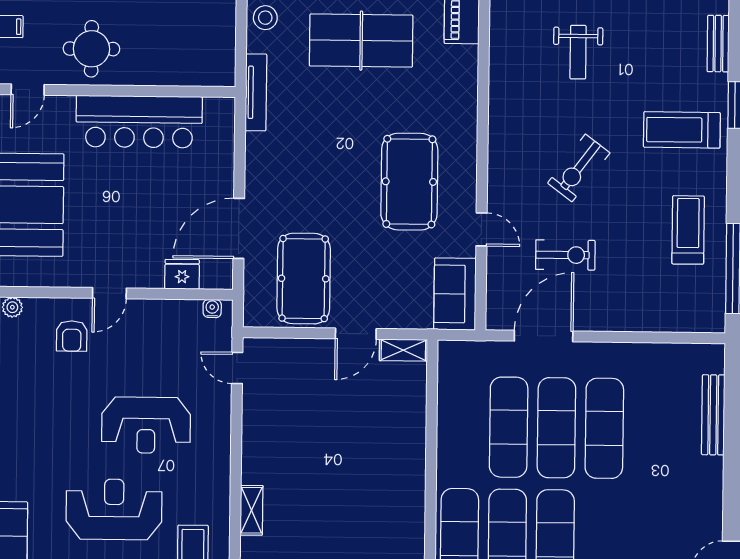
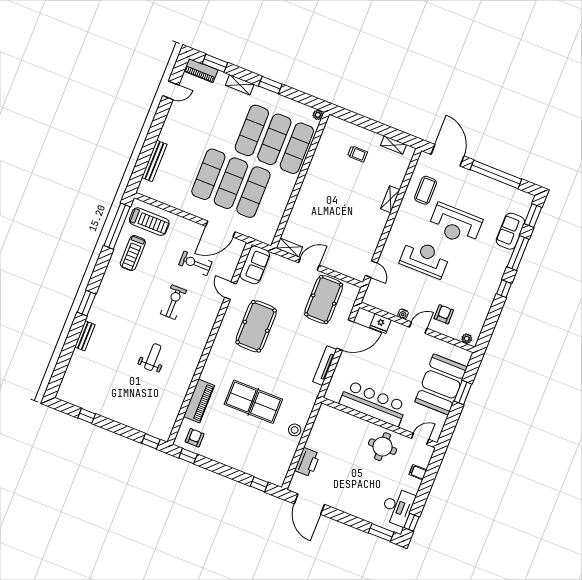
tv unit: (256, 92) -> (325, 366), moved
treadmill: (682, 130) -> (149, 222), moved
exercise bike: (579, 168) -> (173, 302), turned -37
water cooler: (212, 308) -> (403, 314), moved

